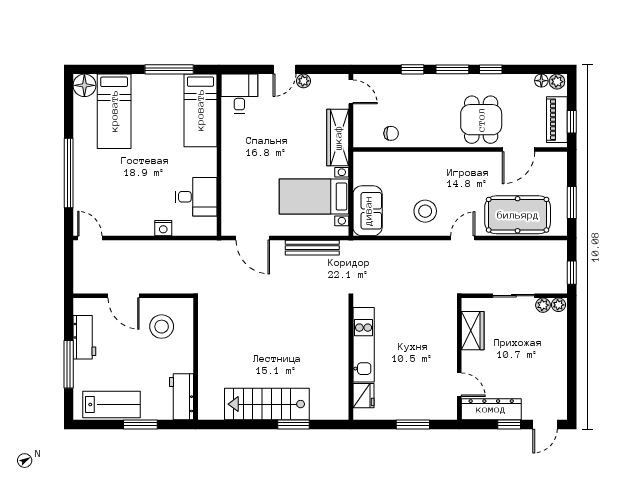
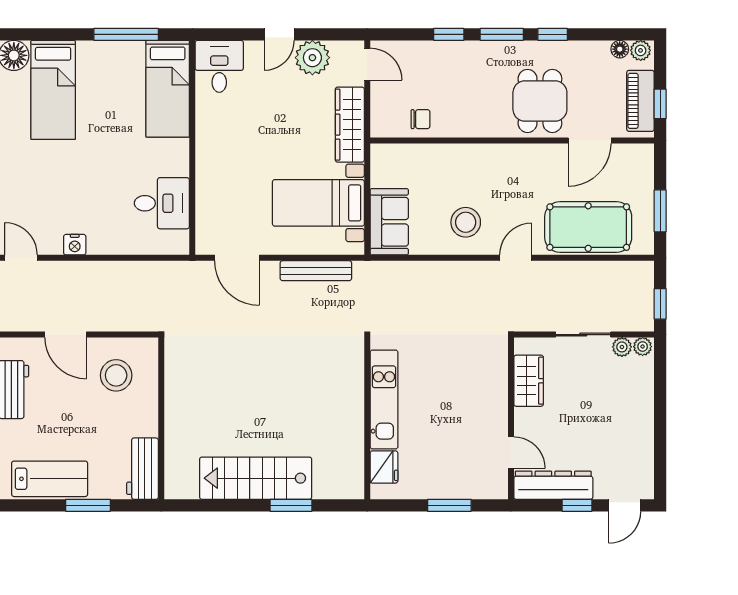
plant: (304, 81) -> (312, 58), width x1.88, depth x1.88
nightstand: (163, 228) -> (75, 245), moved

